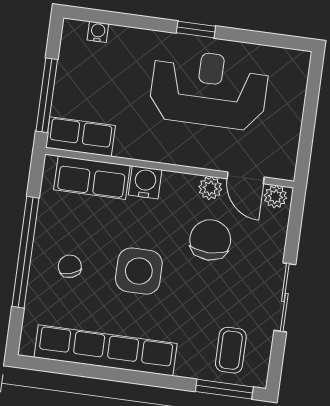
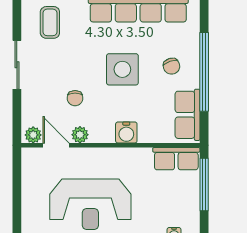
row of seats: (92, 178) -> (188, 115), moved, turned -90
chair: (210, 240) -> (75, 98), width x0.54, depth x0.54

